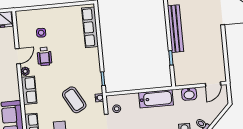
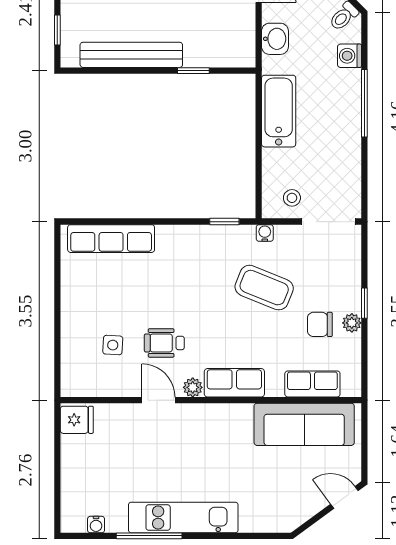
wheelchair: (44, 56) -> (164, 343), turned 180
coffee table: (74, 100) -> (264, 288), turned 51

